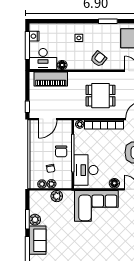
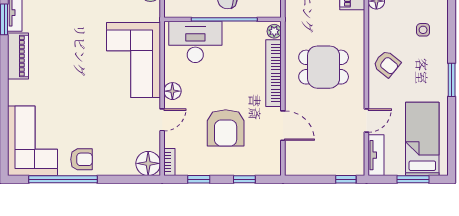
dining table: (100, 96) -> (324, 67), turned 90

